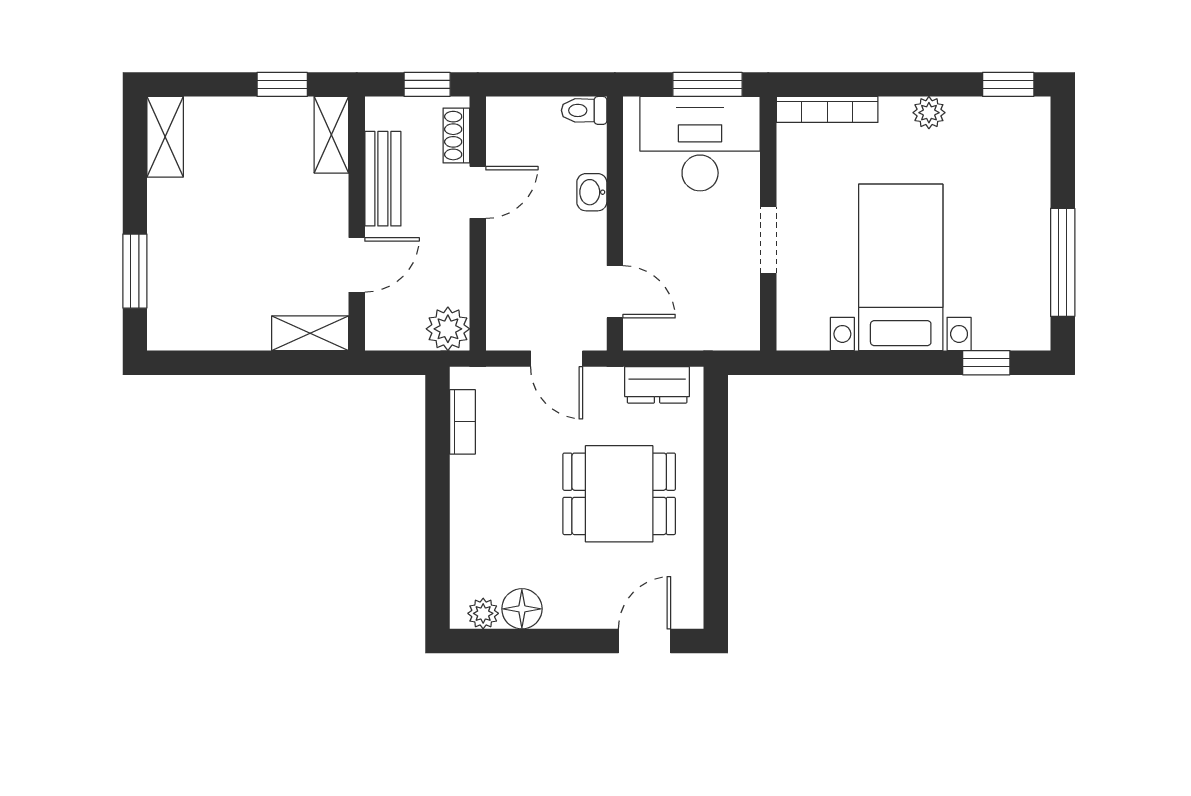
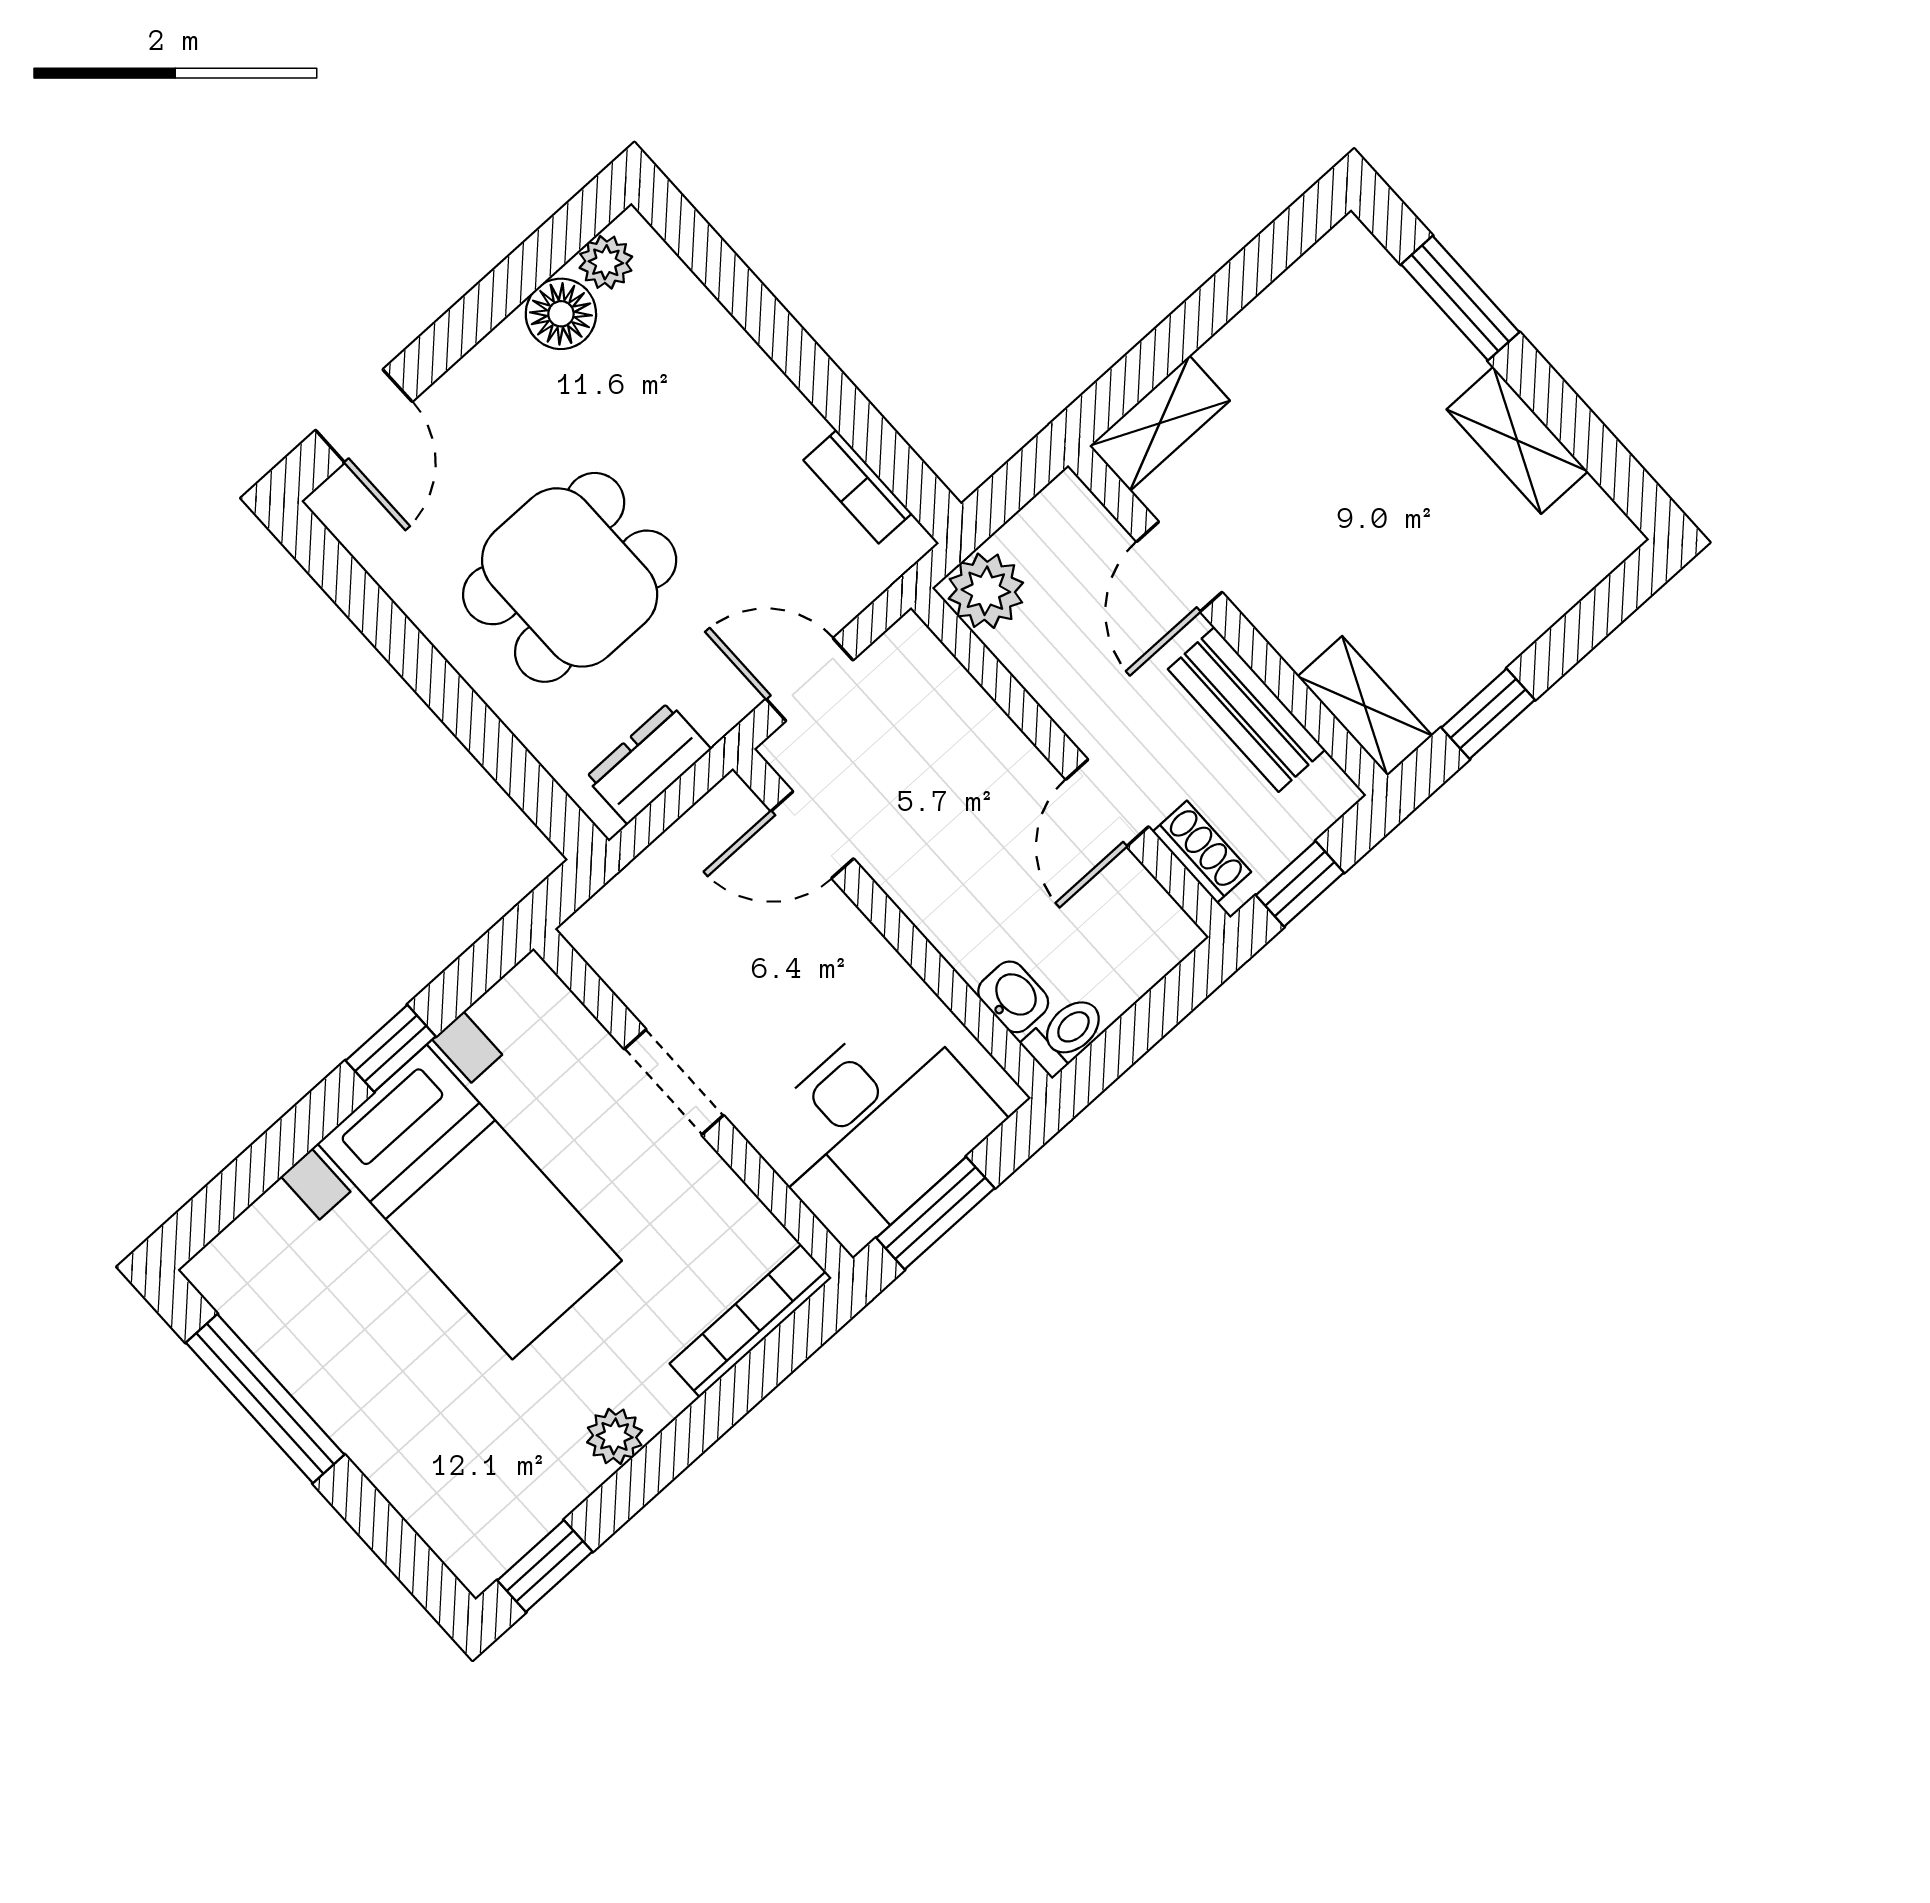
shelving: (165, 137) -> (1517, 440), moved
washbasin: (592, 192) -> (1013, 997), moved
window: (986, 363) -> (391, 1048), moved

